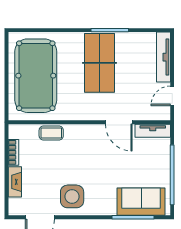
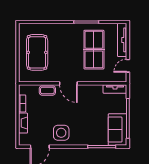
table tennis table: (99, 63) -> (94, 50), moved
pool table: (36, 76) -> (37, 52), width x0.73, depth x0.76
door: (119, 122) -> (68, 83), moved
sofa: (141, 202) -> (117, 130), moved, turned -90

